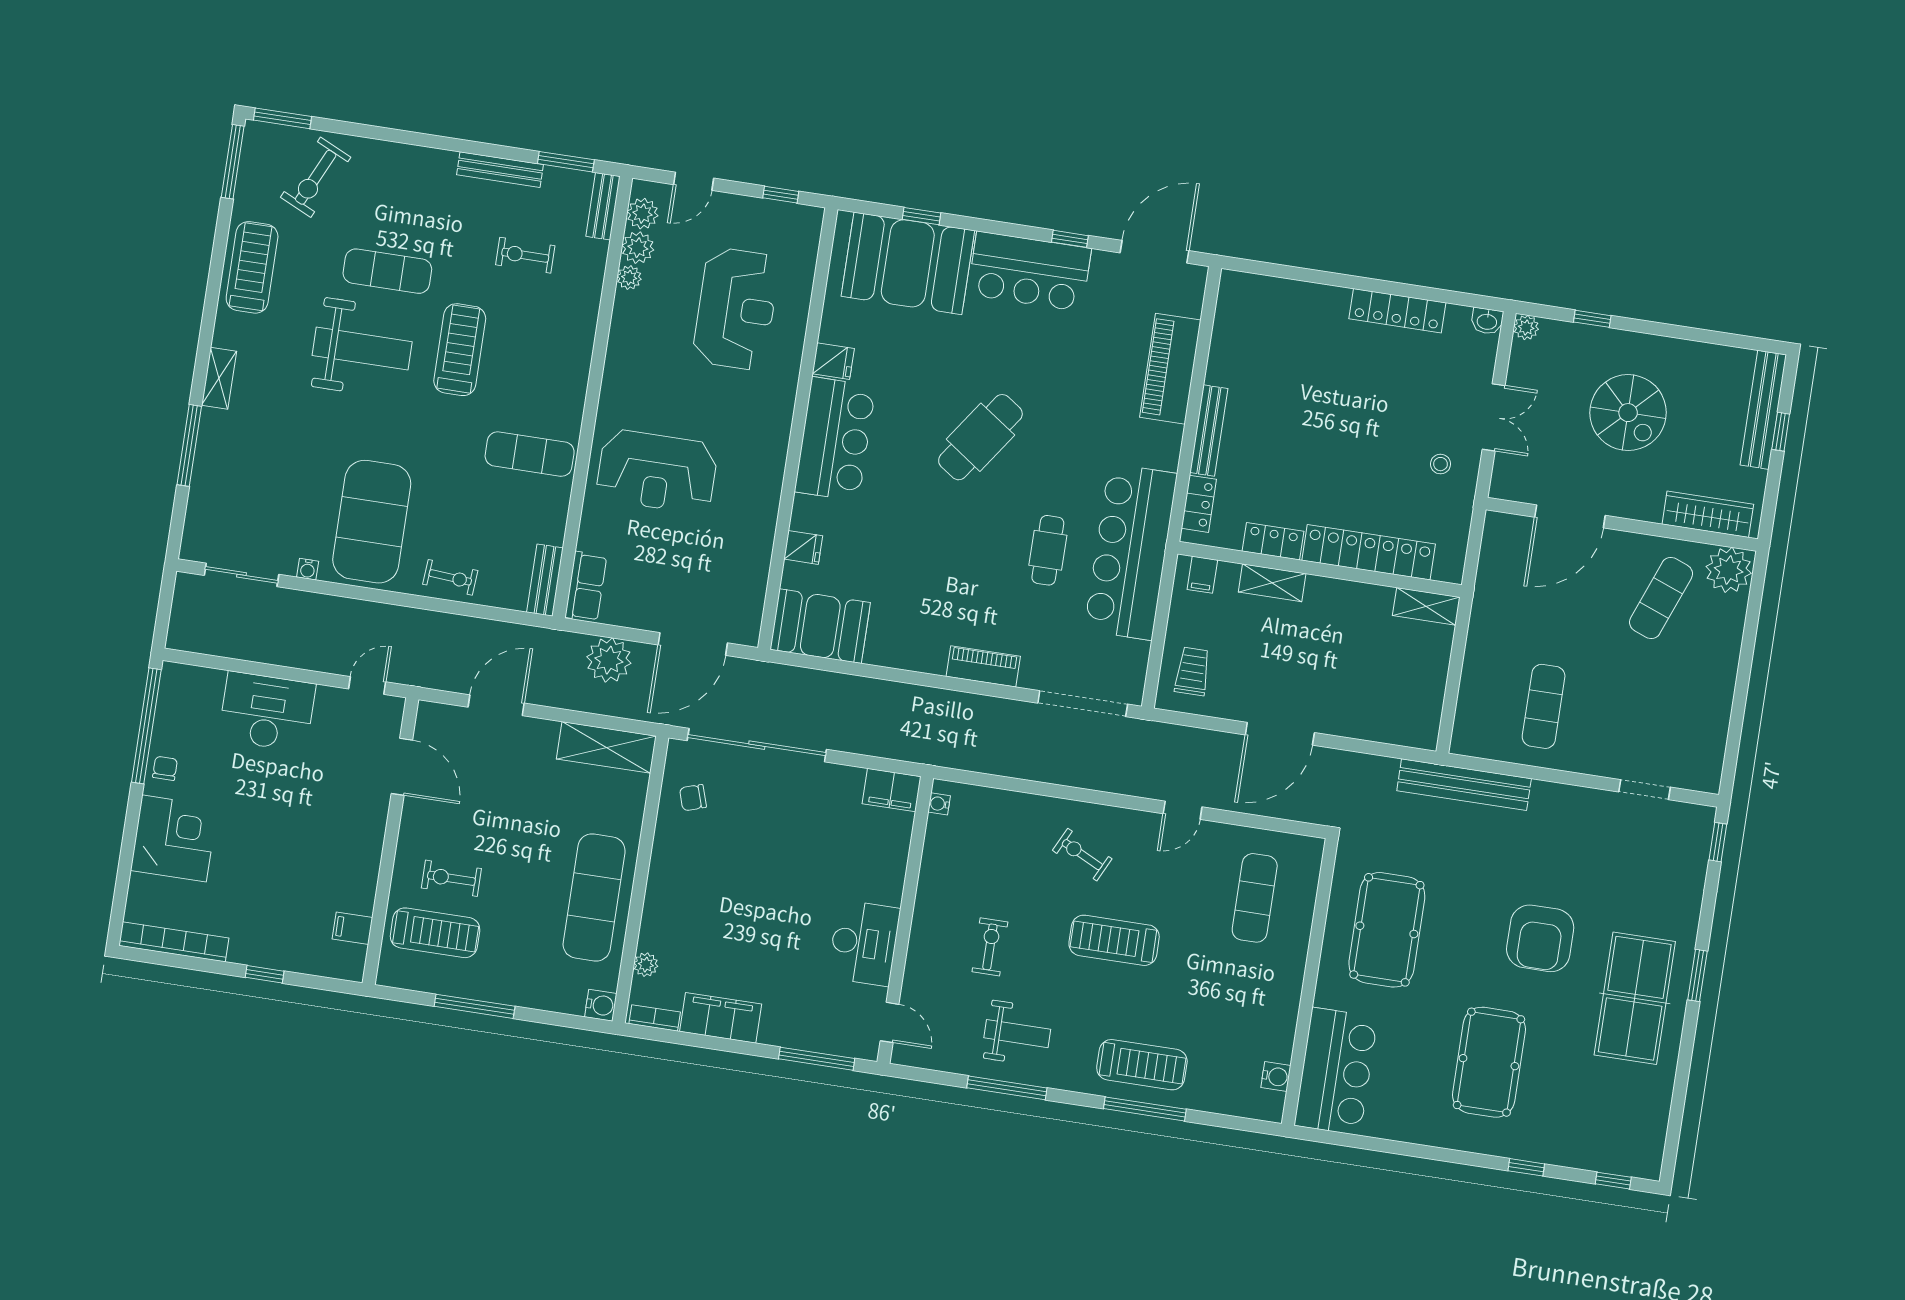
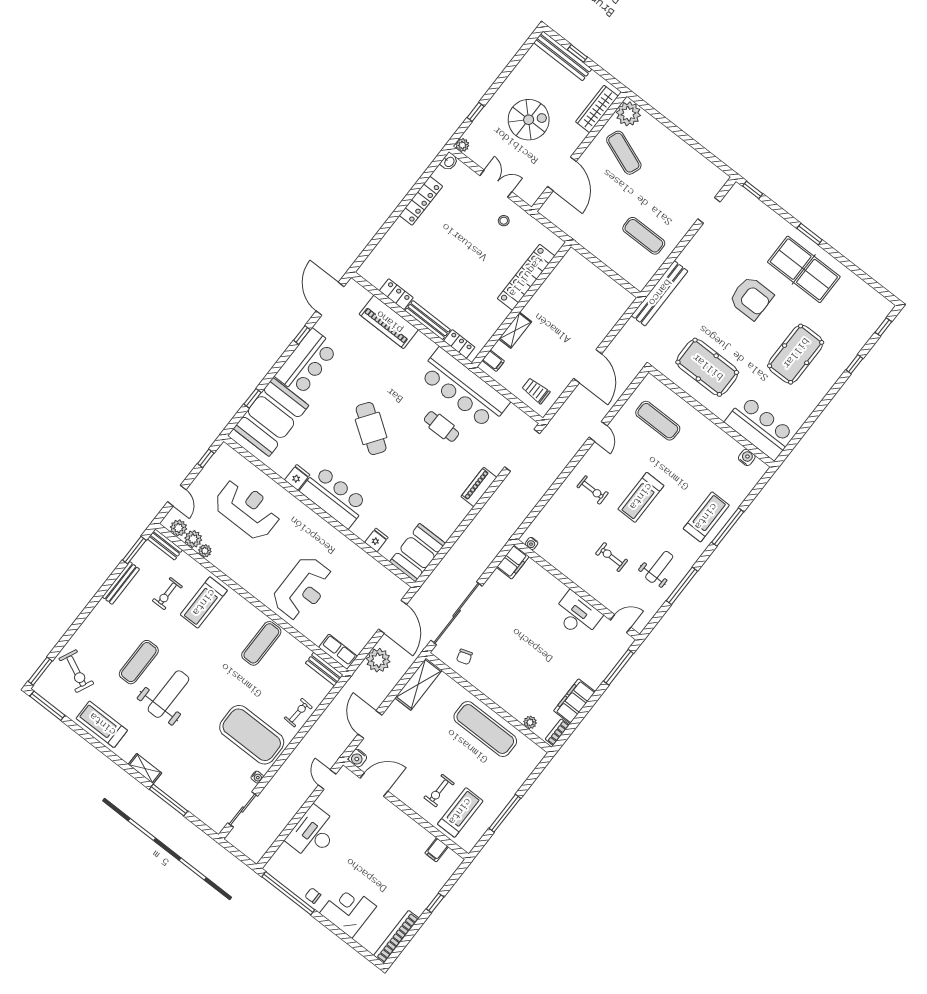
treadmill: (460, 350) -> (204, 603), moved, turned -90
locker: (1273, 541) -> (396, 294), moved, turned 90
shelving: (1426, 606) -> (566, 264), removed
exercise bike: (1082, 855) -> (593, 490), turned -116
water cooler: (601, 1005) -> (358, 758), moved, turned 180
pool table: (1489, 1062) -> (796, 354), turned 90

